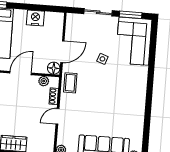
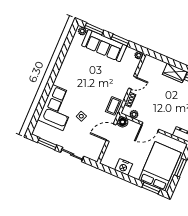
corner sofa: (134, 41) -> (58, 108), moved

